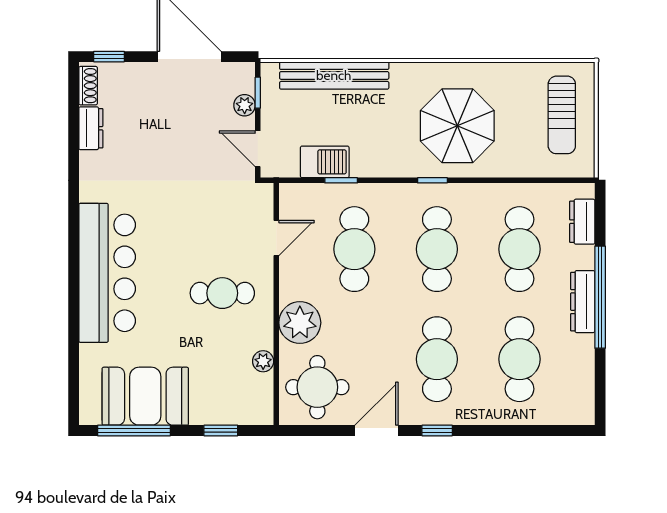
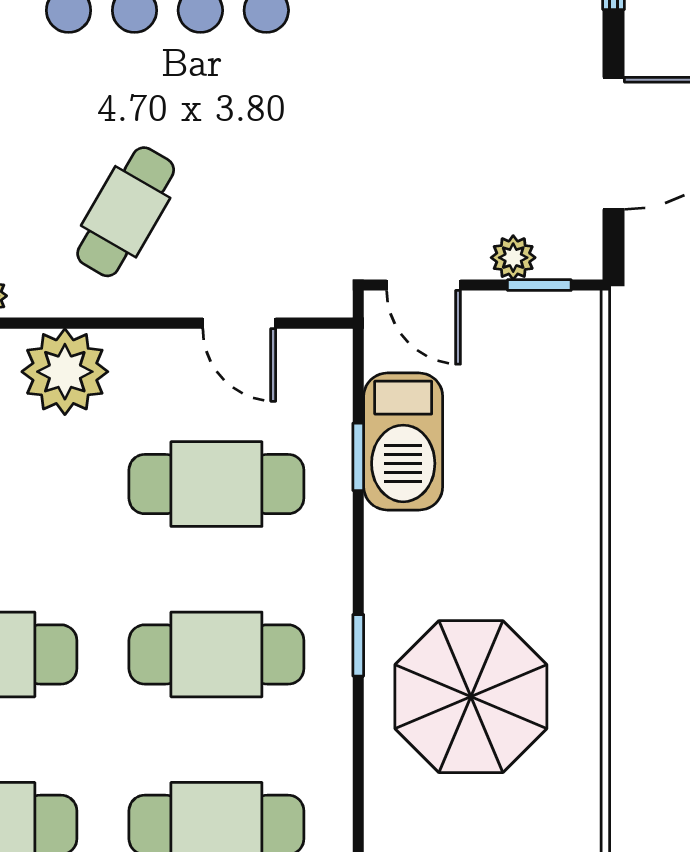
bench: (334, 75) -> (575, 443), removed
door: (258, 149) -> (424, 285), swing flipped
barbecue: (325, 162) -> (403, 442), width x1.37, depth x1.21
cafe table: (222, 293) -> (126, 212), turned 30

